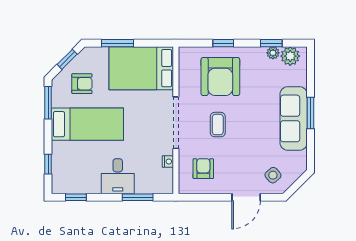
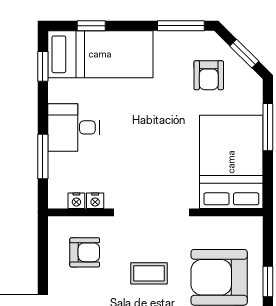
bed: (87, 124) -> (100, 54), moved, turned -90
nightstand: (168, 174) -> (76, 201), added

